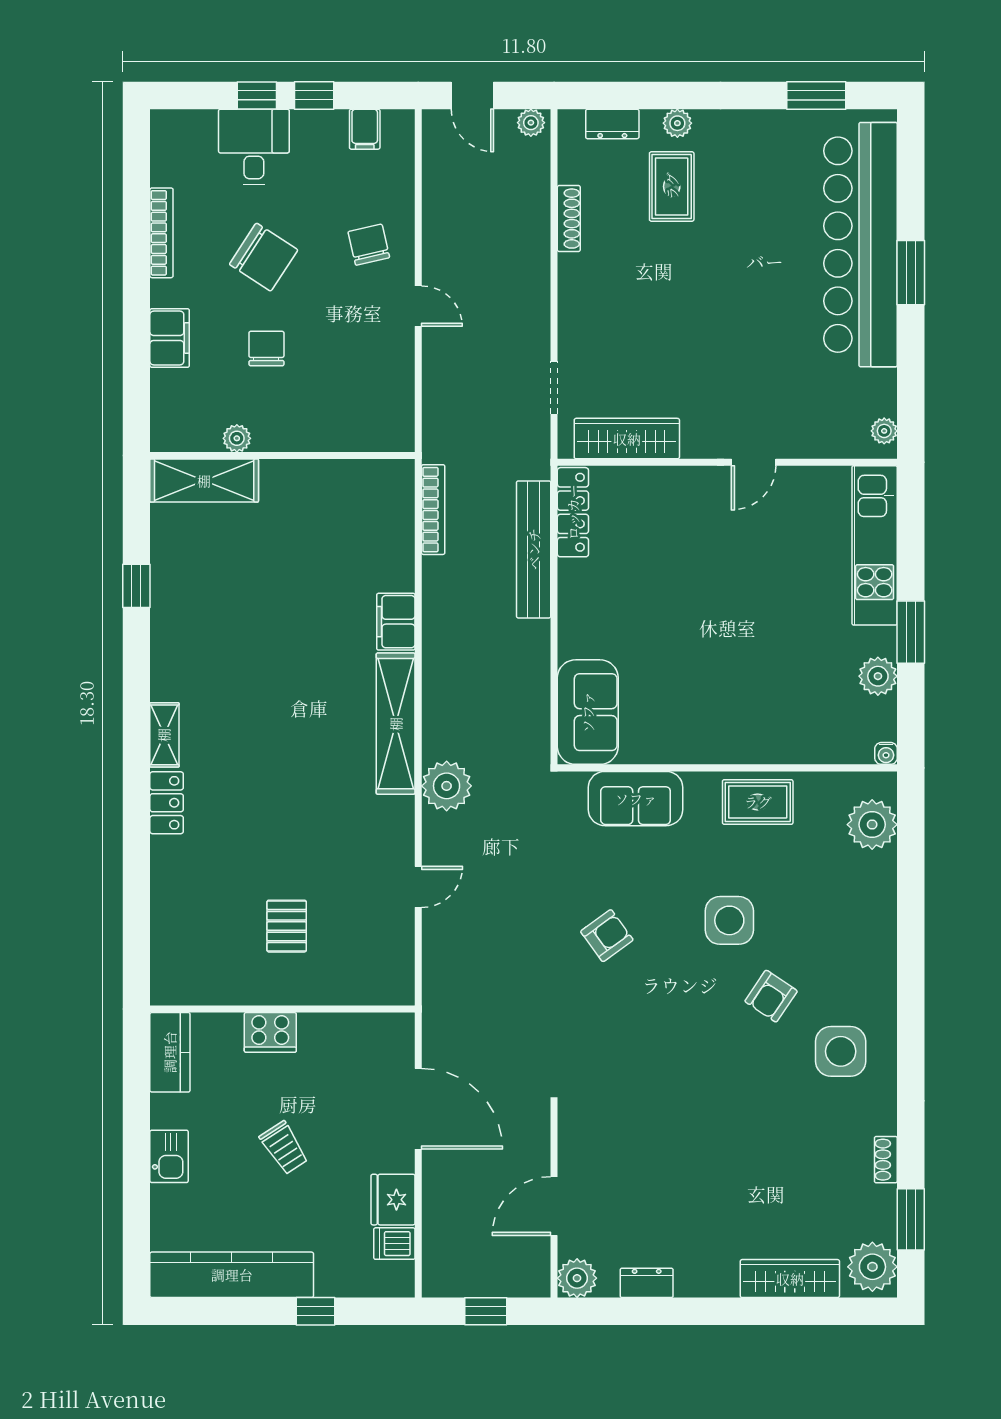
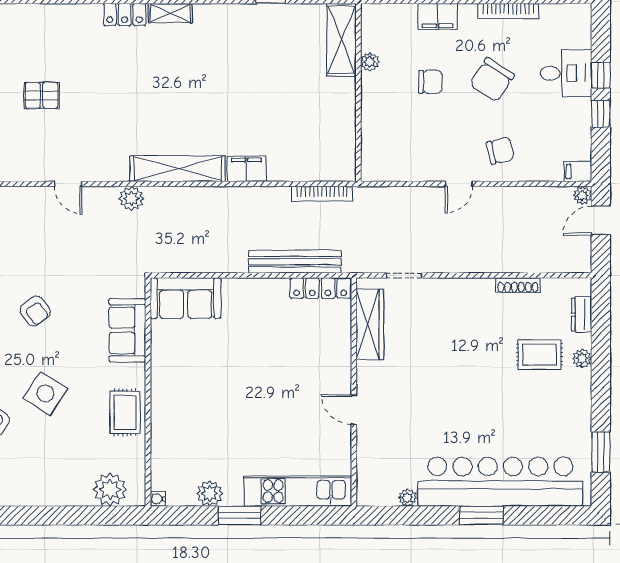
plant: (531, 123) -> (582, 195), moved
filing cabinet: (365, 129) -> (578, 172), moved
plant: (884, 431) -> (407, 498), moved
plant: (447, 786) -> (131, 199), width x0.73, depth x0.73
side table: (729, 920) -> (45, 393), turned 33

